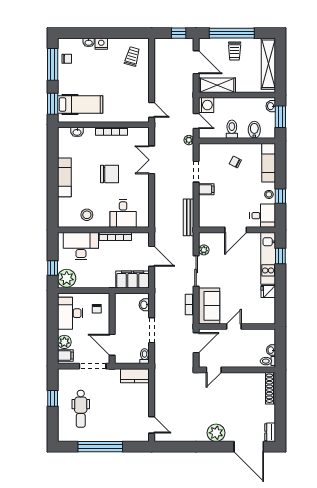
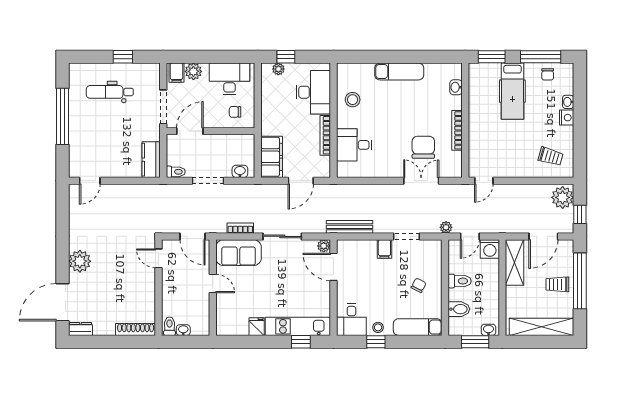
plant: (165, 47) -> (563, 197), added
hospital bed: (80, 104) -> (512, 91), moved
chair: (110, 174) -> (423, 147), moved, turned 180
door: (236, 230) -> (334, 267), moved
plant: (204, 250) -> (324, 246), moved
plant: (67, 278) -> (278, 69), width x0.53, depth x0.53

